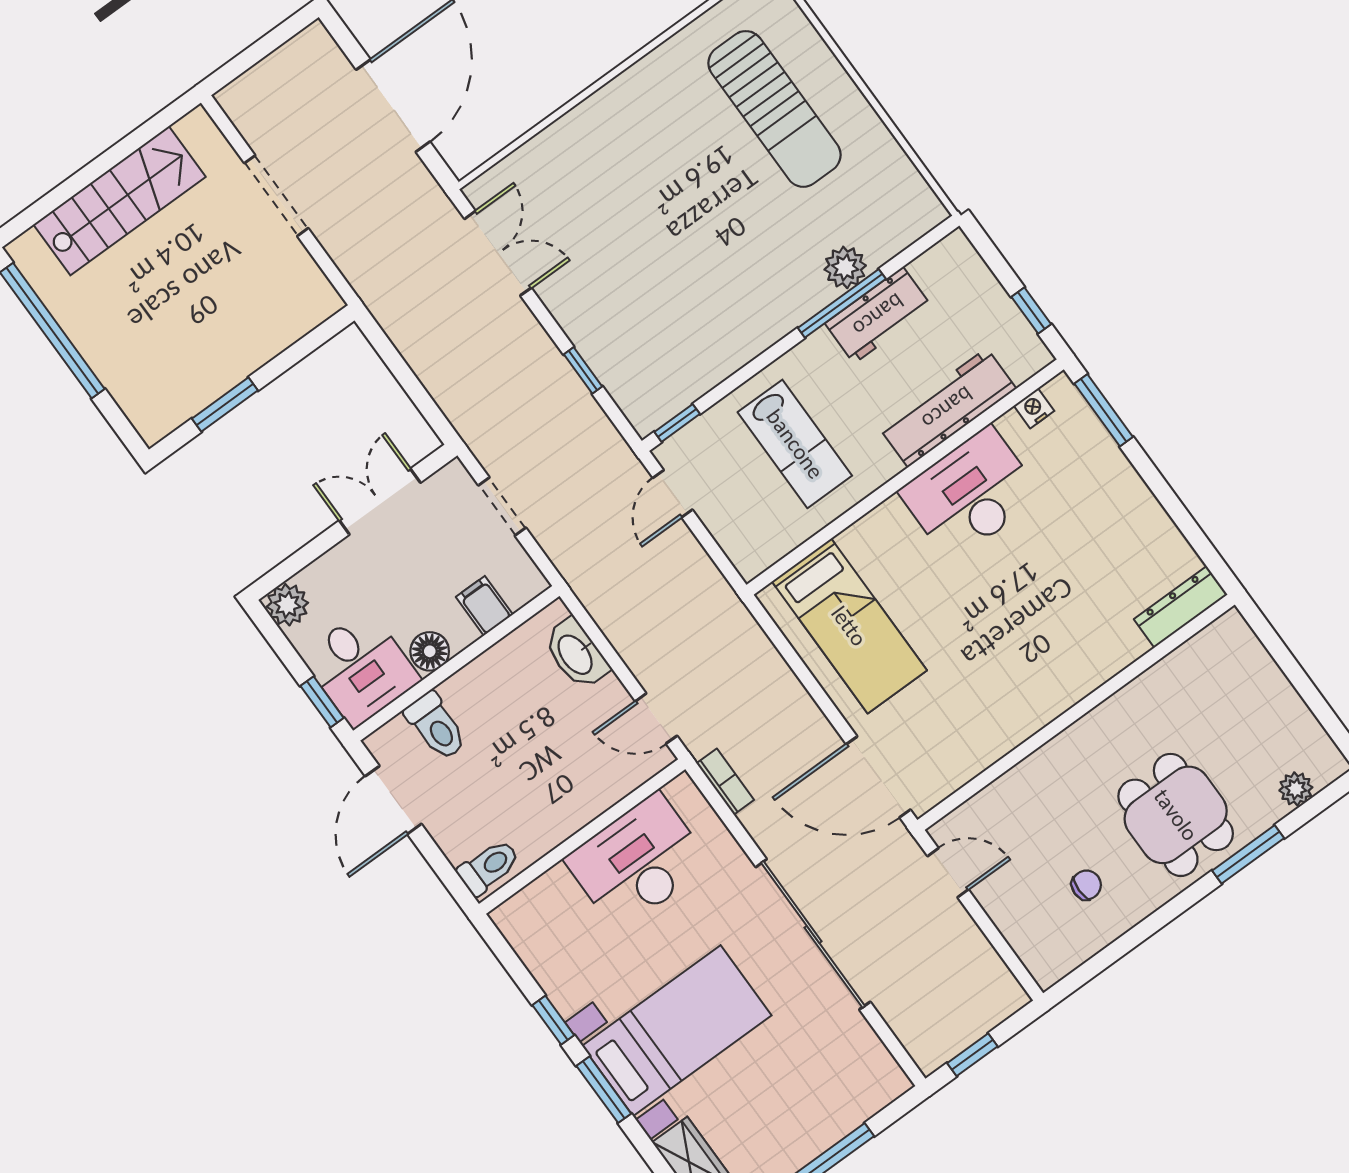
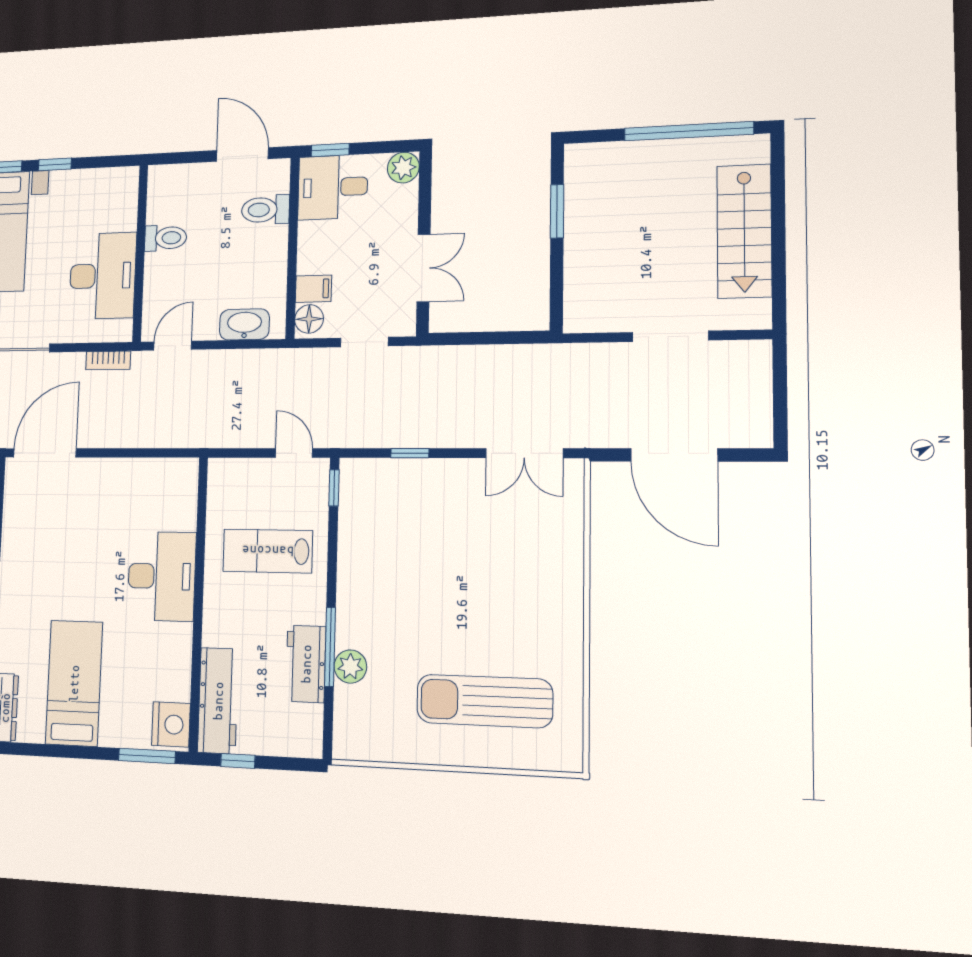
workbench: (947, 408) -> (218, 701), moved
nightstand: (1034, 408) -> (171, 724), width x1.89, depth x1.79
desk: (970, 494) -> (162, 576), moved
bed: (849, 626) -> (74, 683), moved, turned 90
floor lamp: (430, 651) -> (309, 319), moved
toilet: (489, 867) -> (166, 238), moved, turned -90

